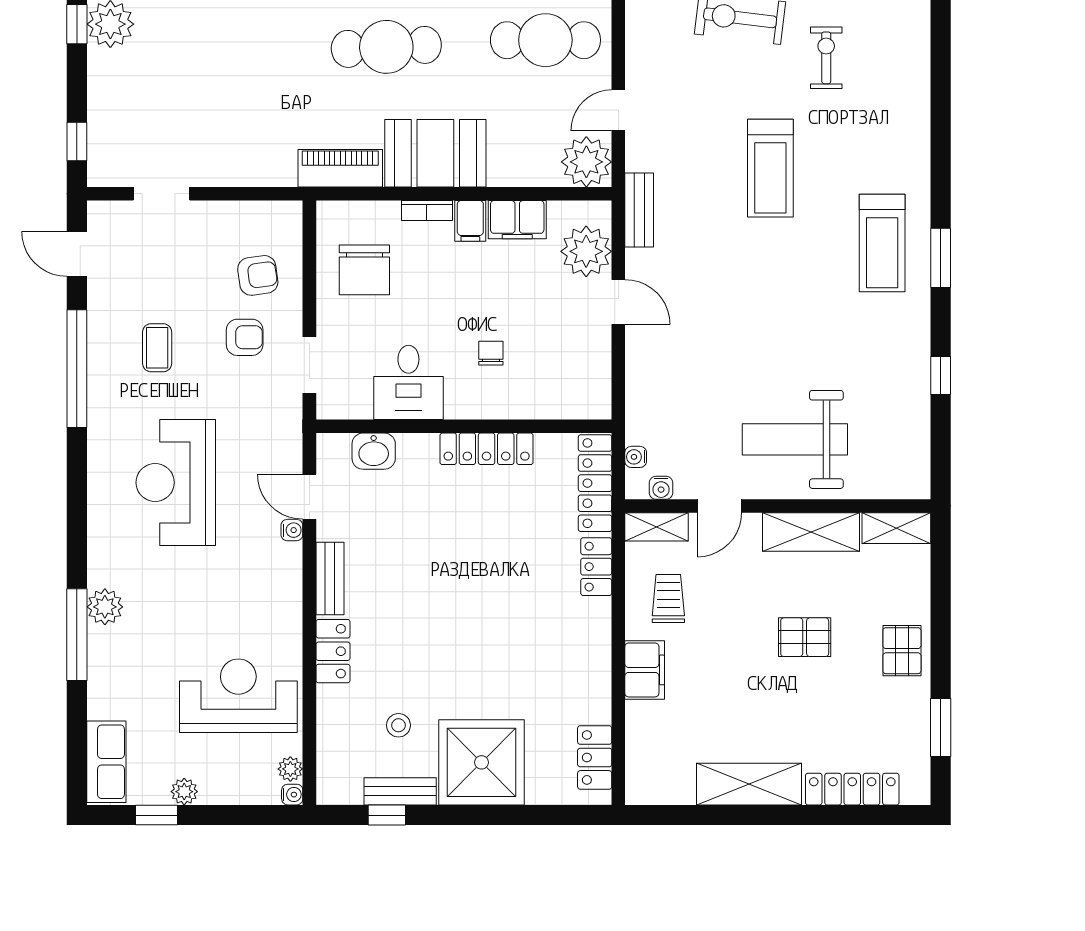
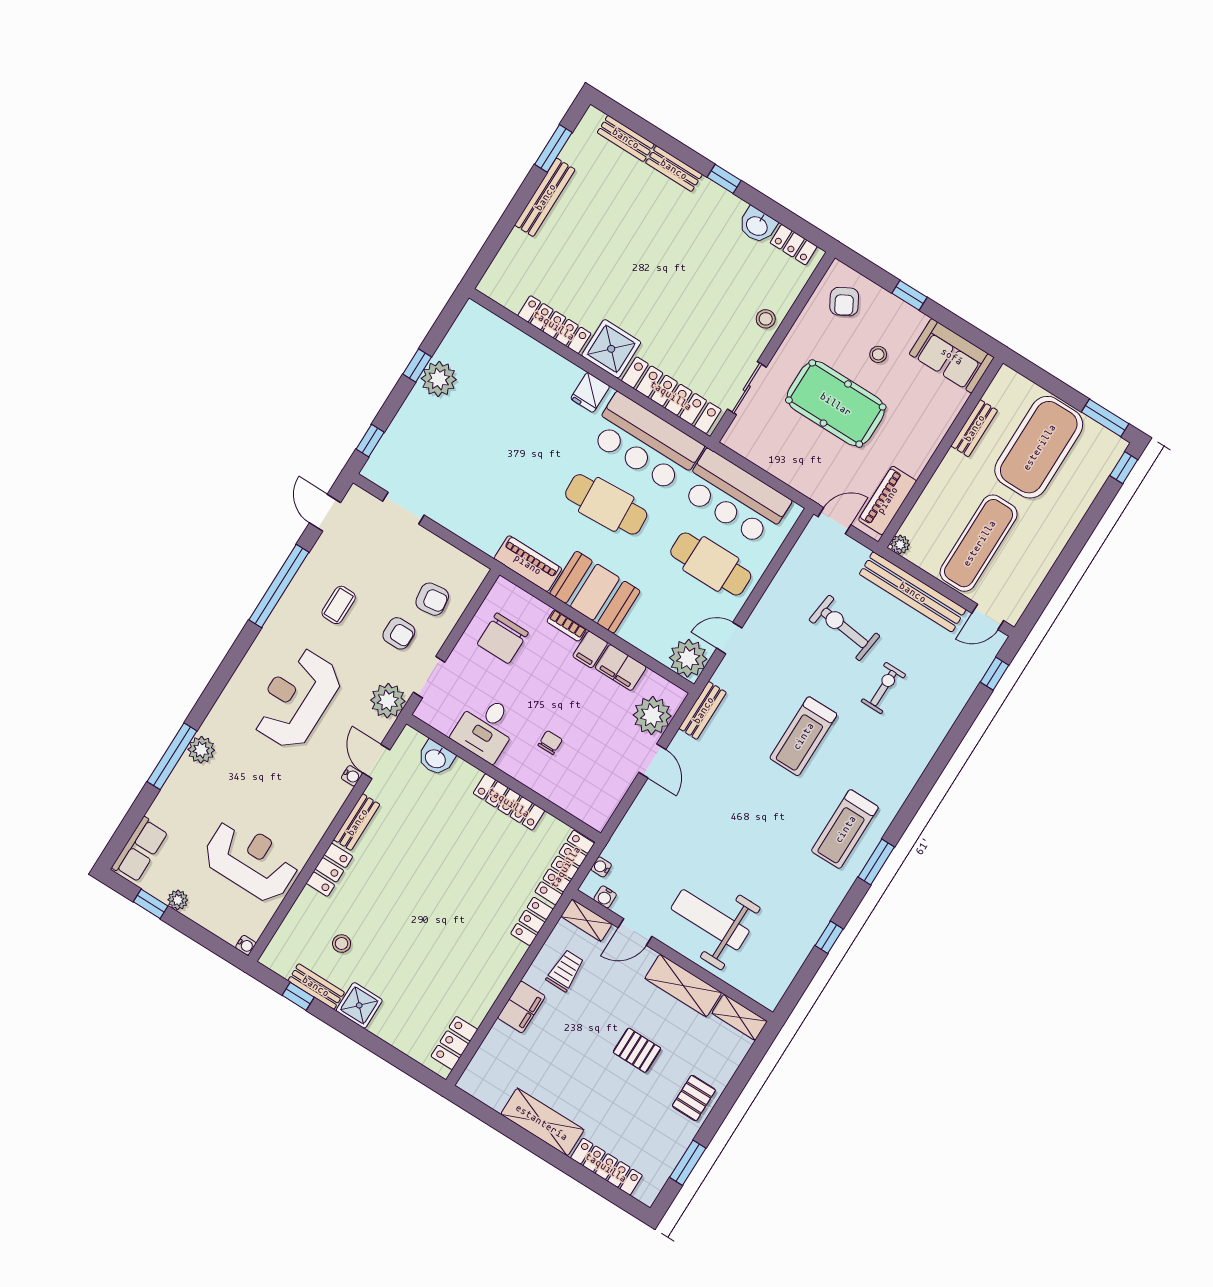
shower: (481, 762) -> (359, 1005), width x0.54, depth x0.54
plant: (290, 769) -> (388, 701), moved, width x1.88, depth x1.88

